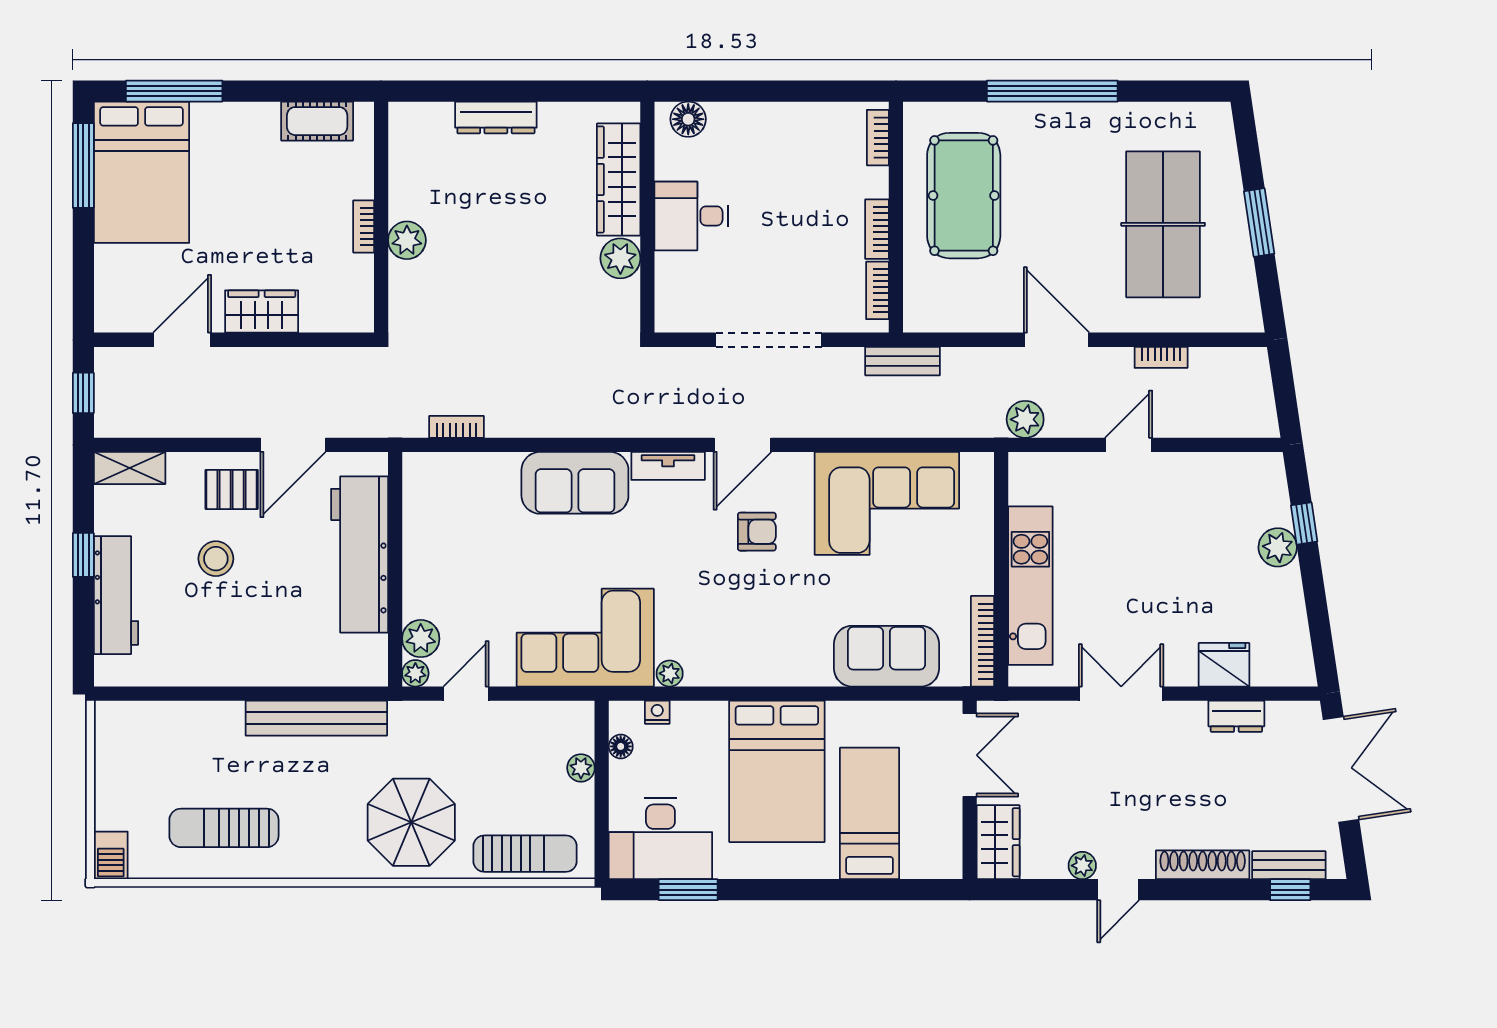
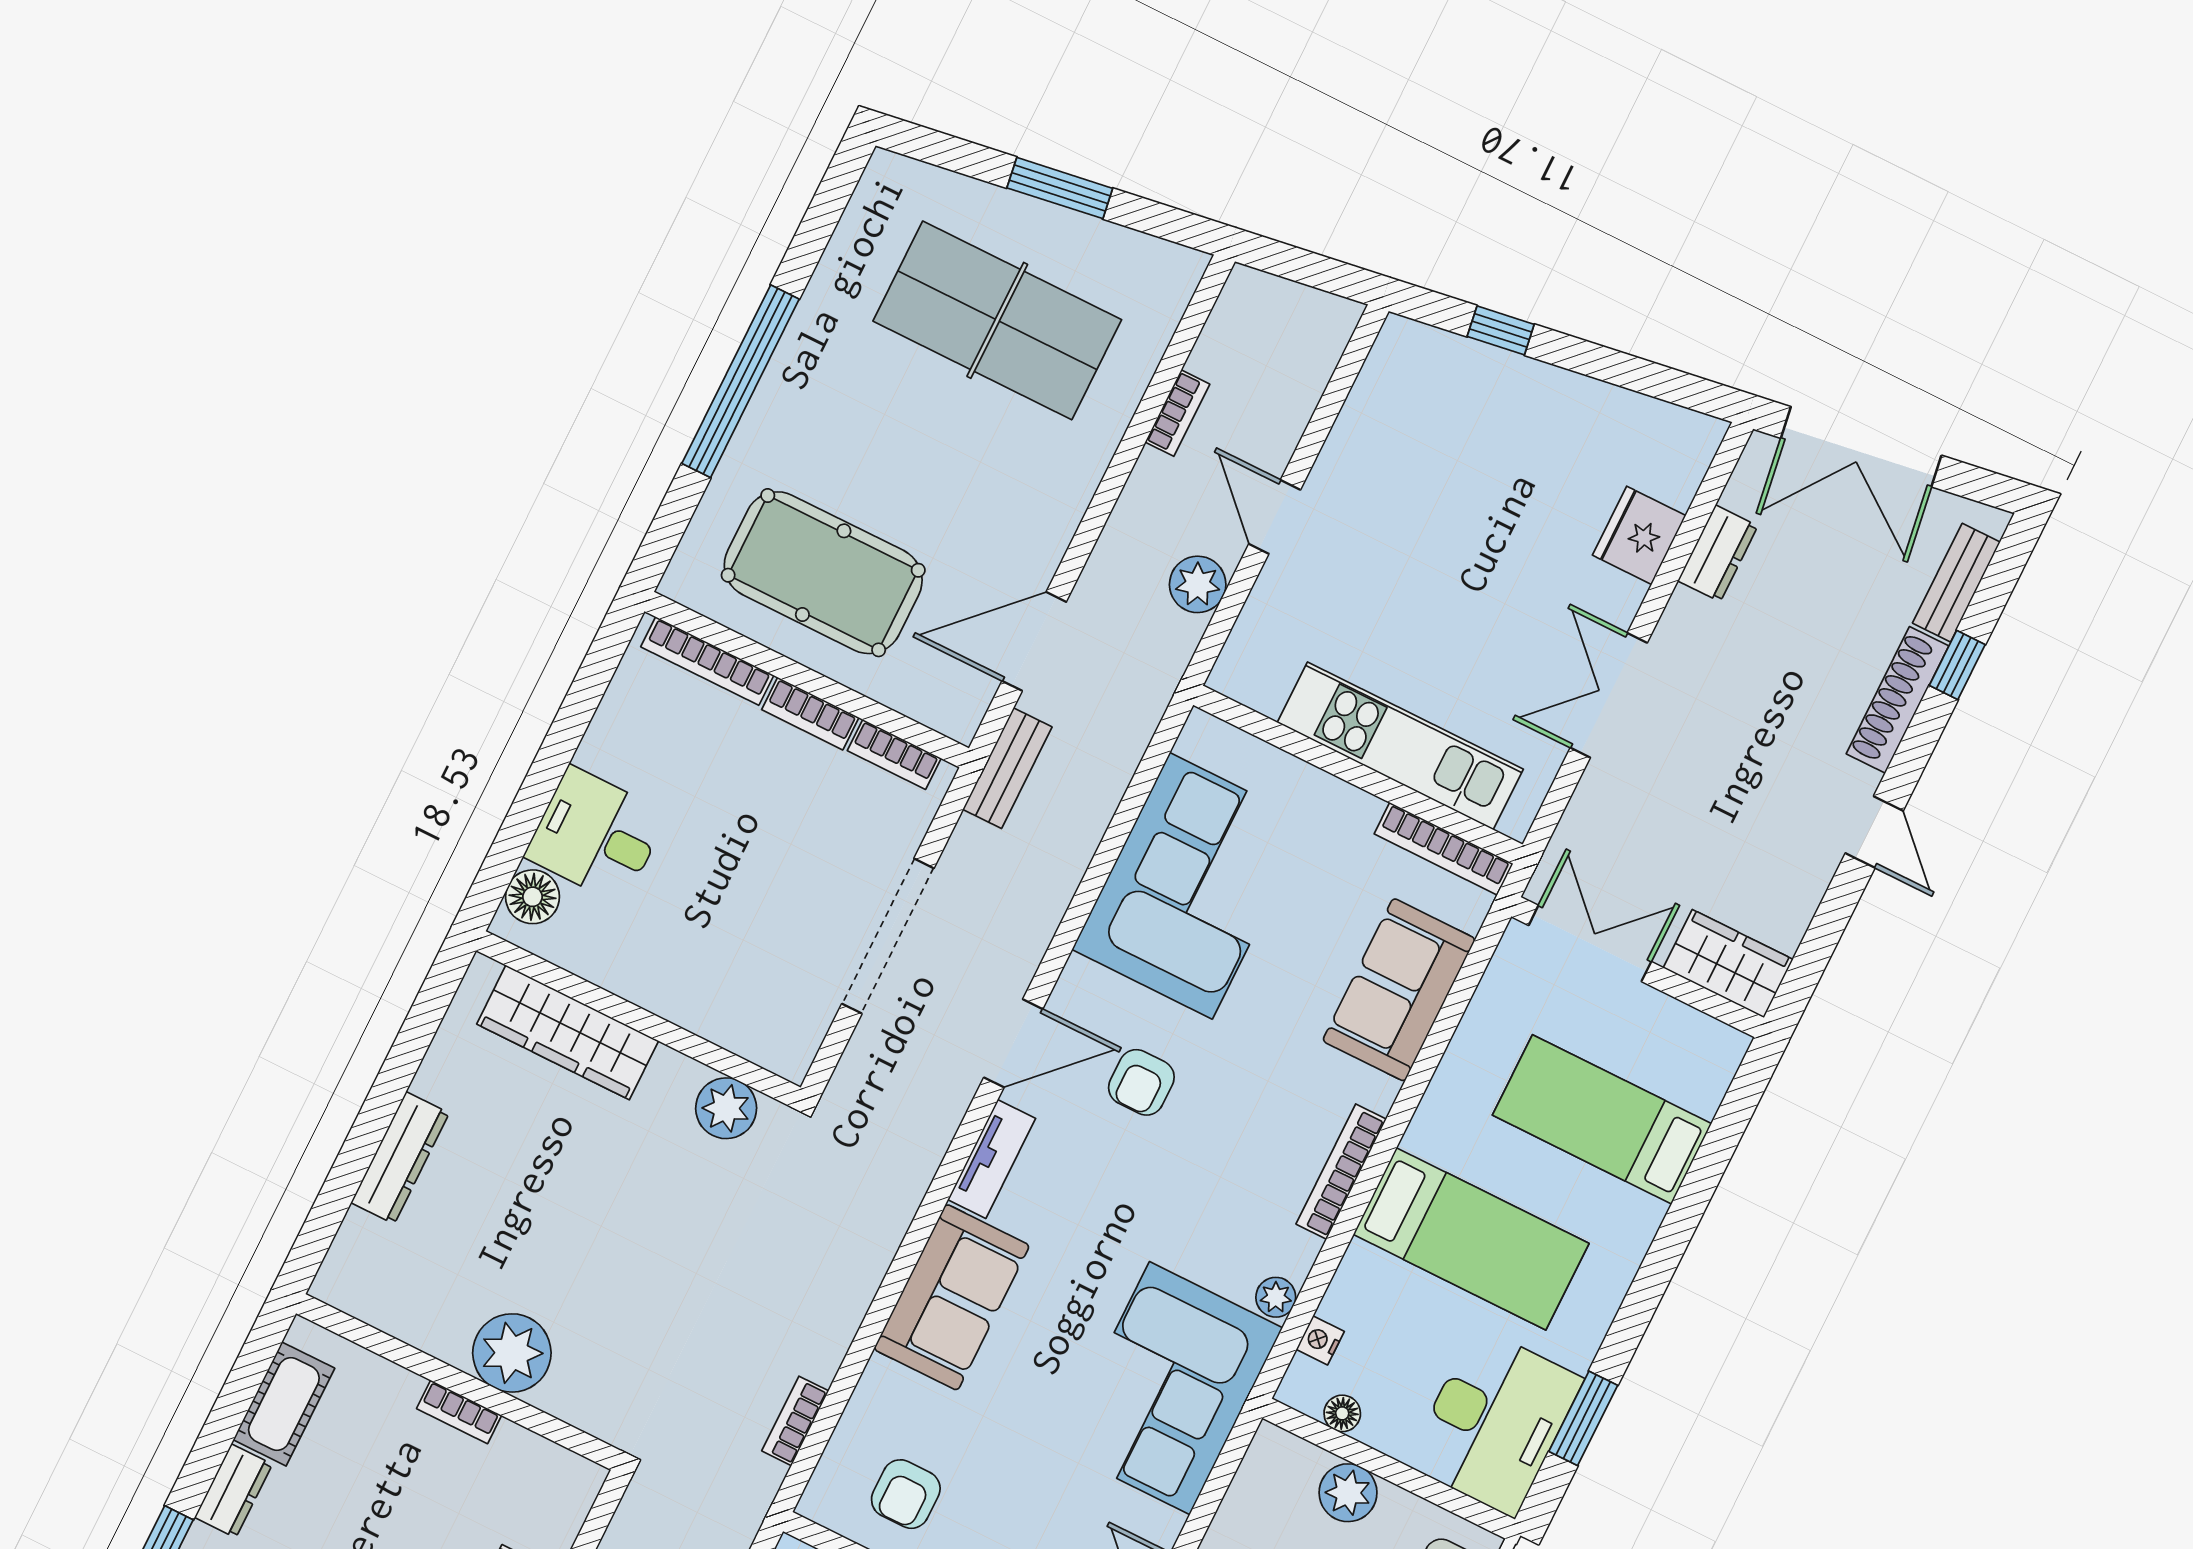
dresser: (251, 117) -> (234, 1491), added
bookcase: (878, 138) -> (707, 661), width x1.56
desk: (691, 216) -> (596, 835), moved, turned 90
plant: (407, 240) -> (512, 1353), width x1.36, depth x1.36
plant: (620, 258) -> (726, 1108), moved
door: (1057, 340) -> (1034, 641), moved
plant: (1025, 419) -> (1198, 584), moved
door: (742, 445) -> (1013, 1043), hinge flipped
armchair: (446, 513) -> (906, 1494), added
armchair: (757, 532) -> (1141, 1082), turned 180
plant: (1278, 547) -> (1515, 383), removed
bookcase: (763, 675) -> (1341, 1172), added
plant: (581, 768) -> (1348, 1493), width x1.38, depth x1.38
double door: (1341, 769) -> (1861, 447), swing flipped
bed: (777, 771) -> (1471, 1239), width x0.67
plant: (1082, 866) -> (1817, 865), removed
window: (1290, 890) -> (1957, 665), moved

